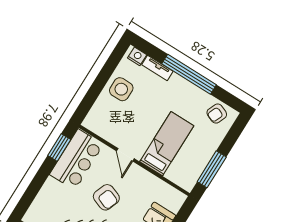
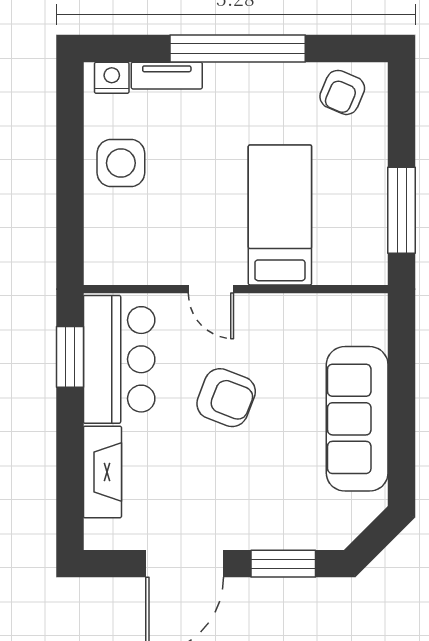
fireplace: (45, 196) -> (102, 472), added

